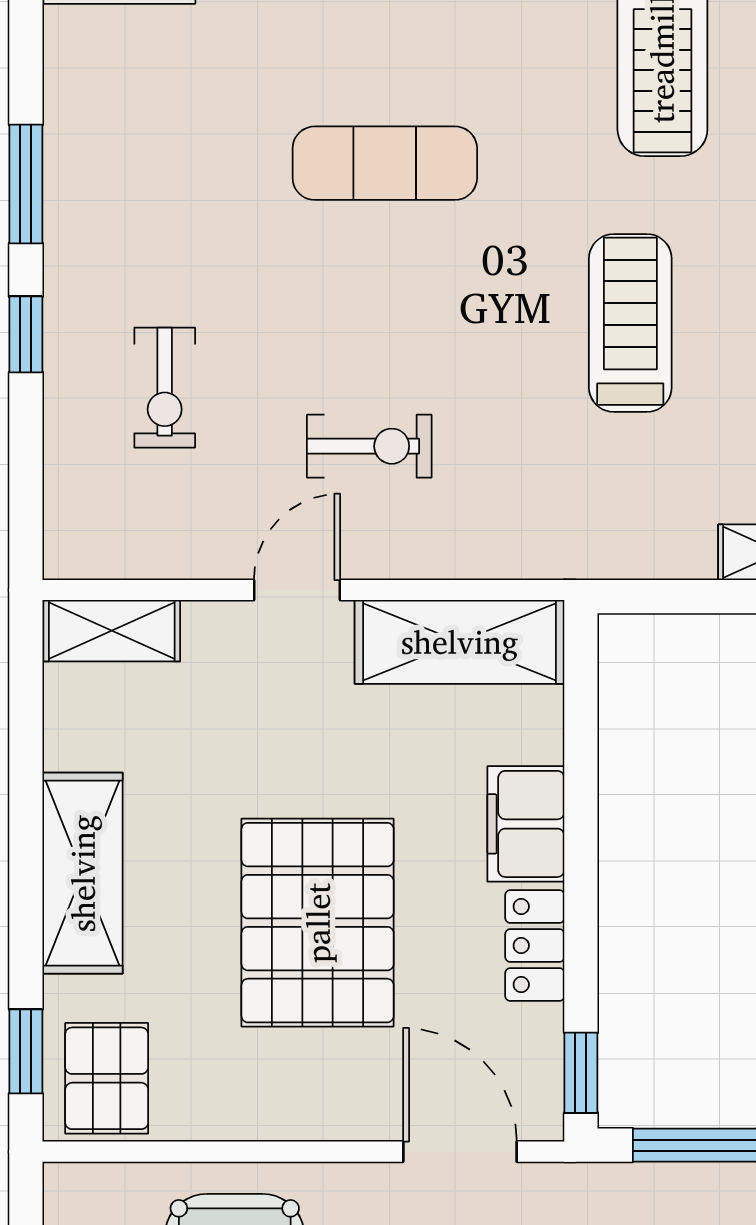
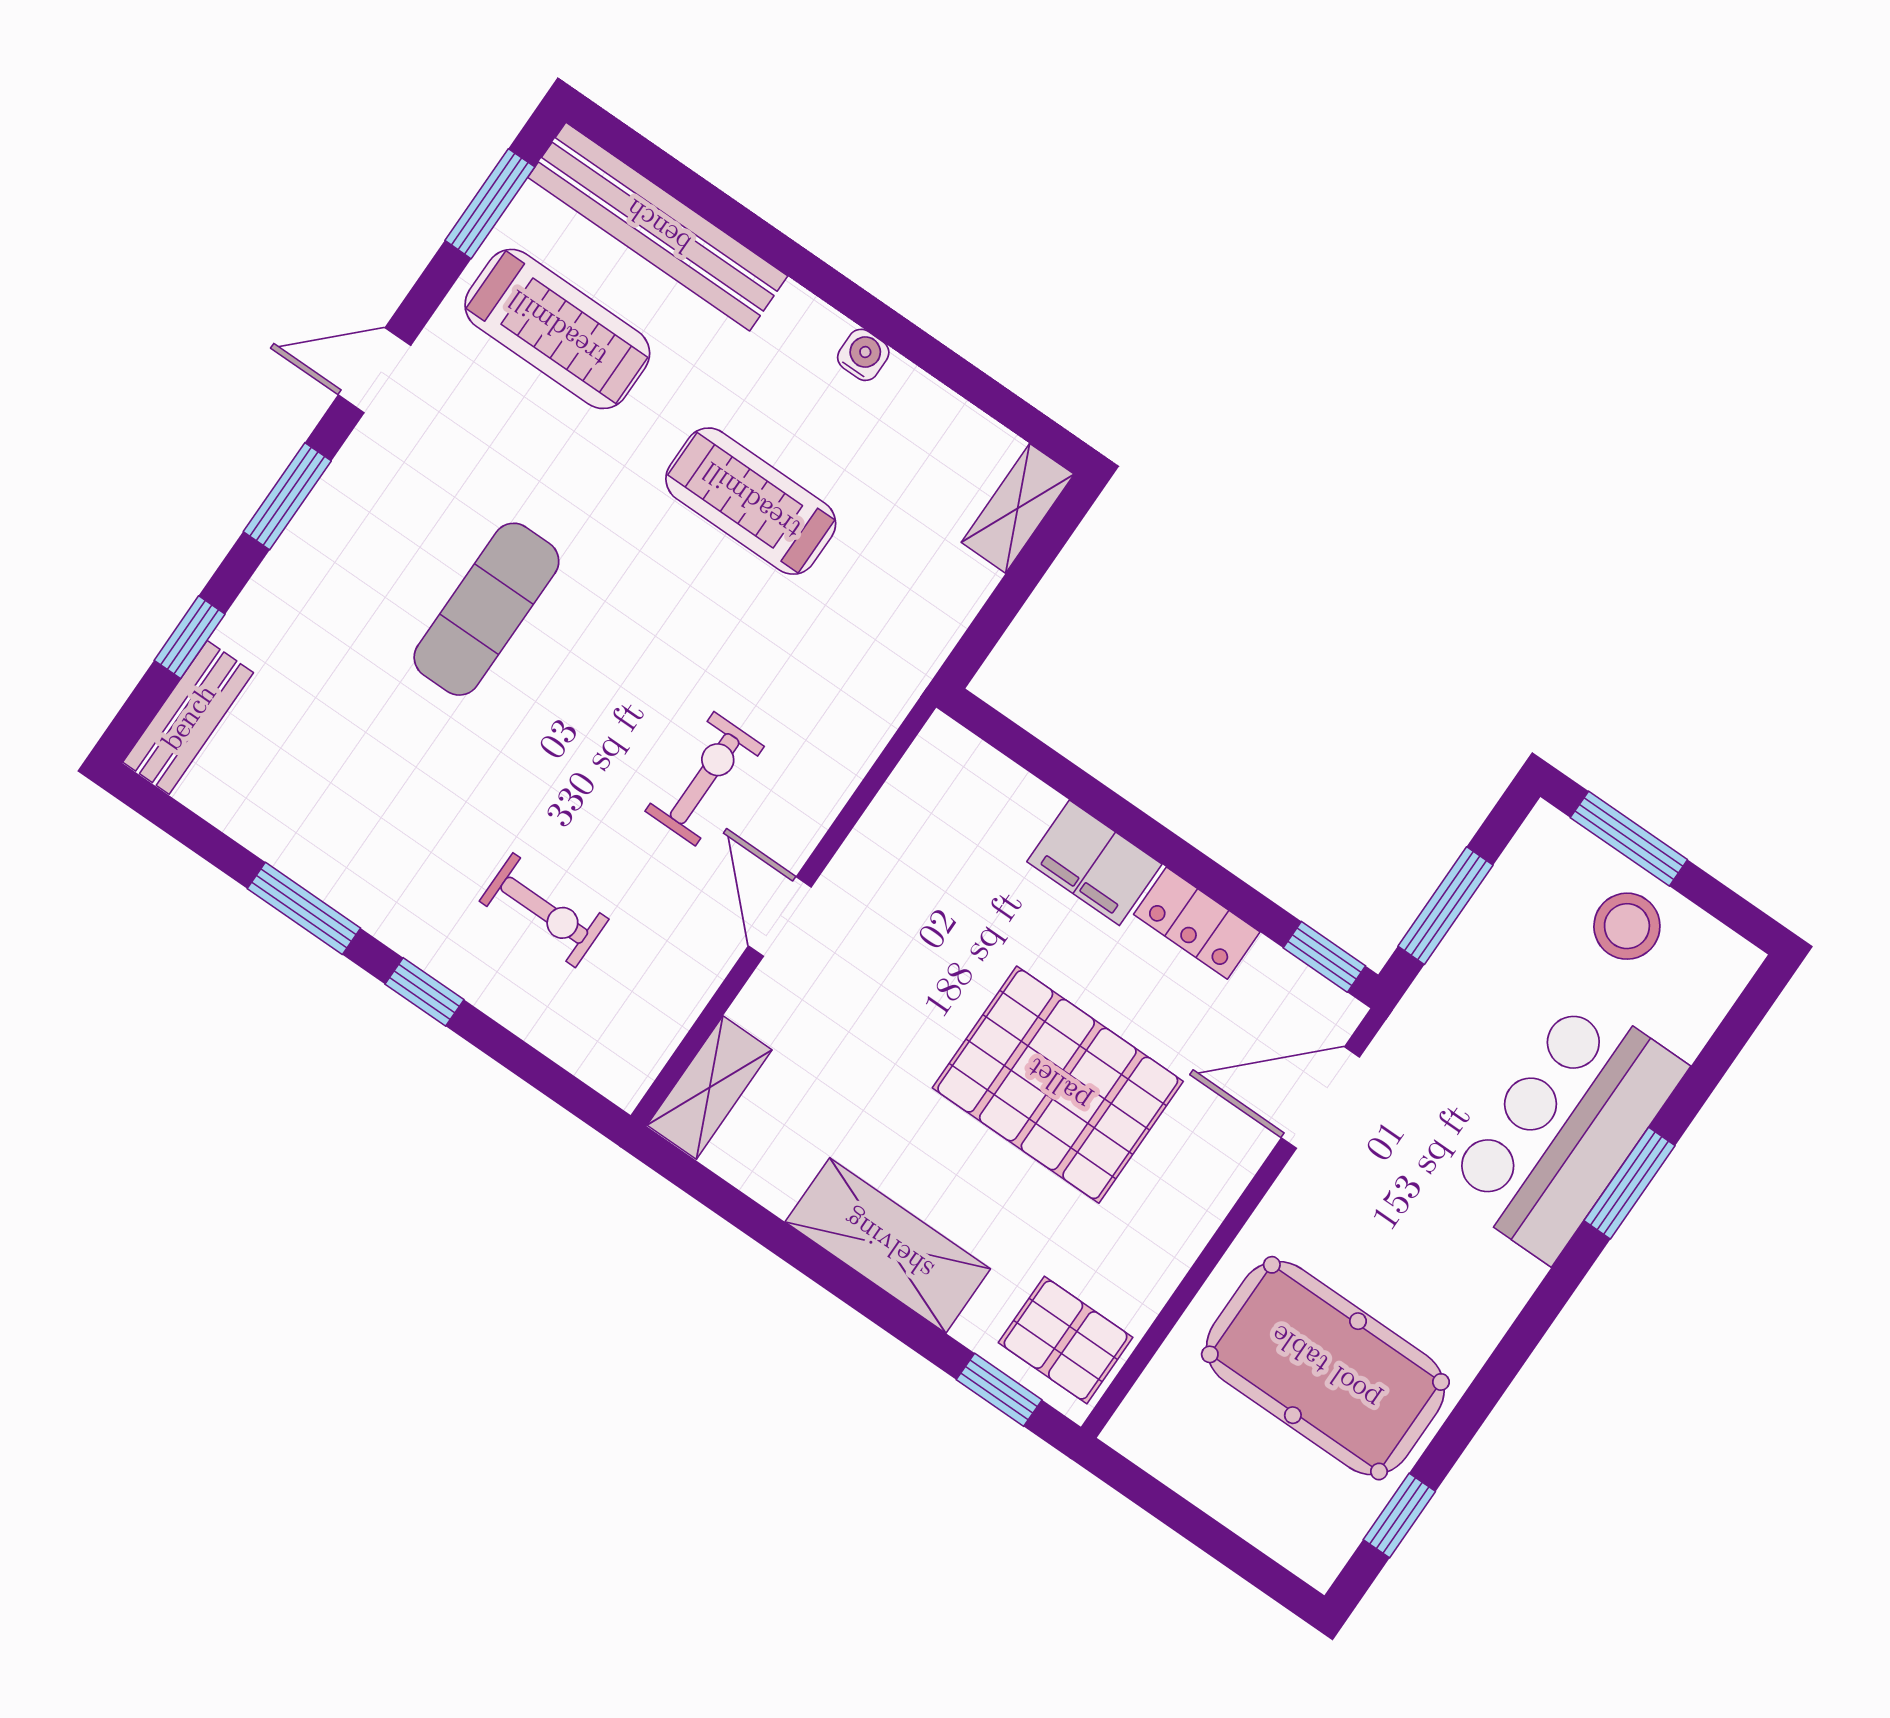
shelving: (460, 642) -> (912, 815), removed

